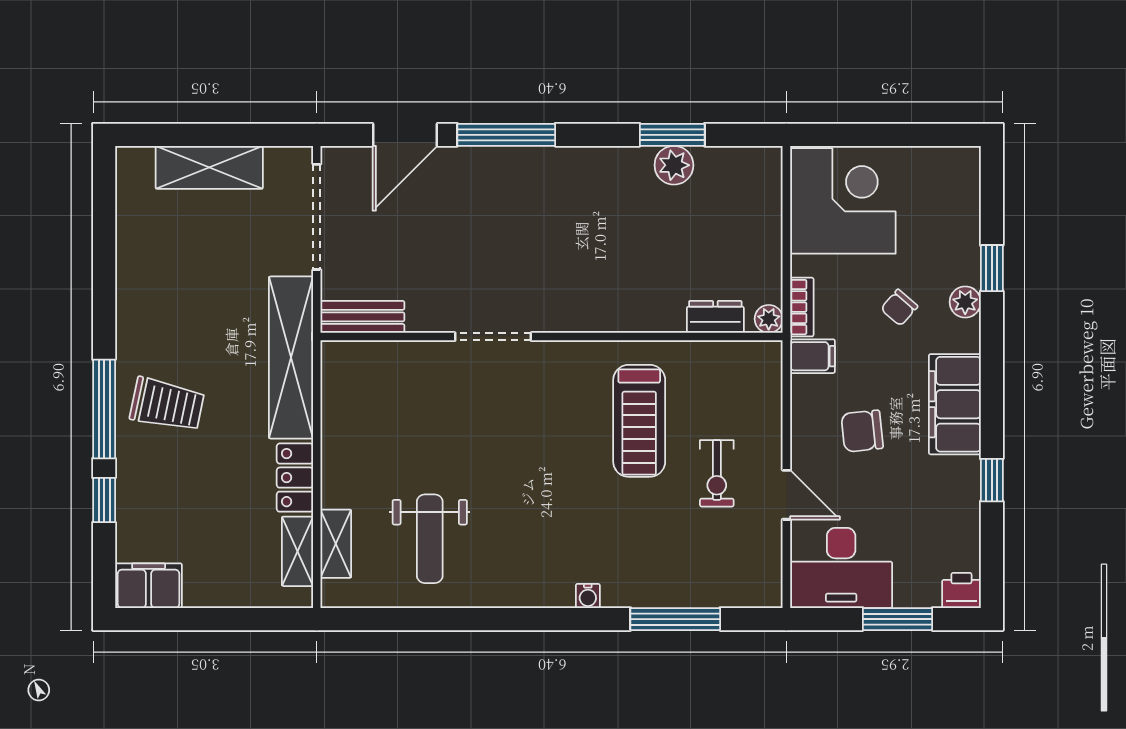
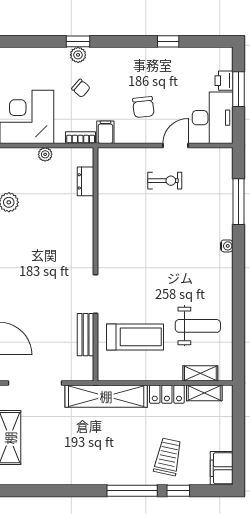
window: (992, 268) -> (78, 41), moved
bench: (362, 317) -> (86, 335), moved
plant: (769, 319) -> (45, 154), moved
filing cabinet: (955, 404) -> (130, 60), removed
trolley: (167, 405) -> (168, 457), moved
treadmill: (639, 421) -> (135, 337), moved
printer: (961, 590) -> (224, 81), moved

